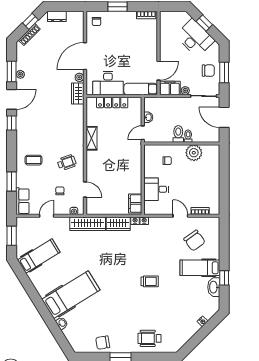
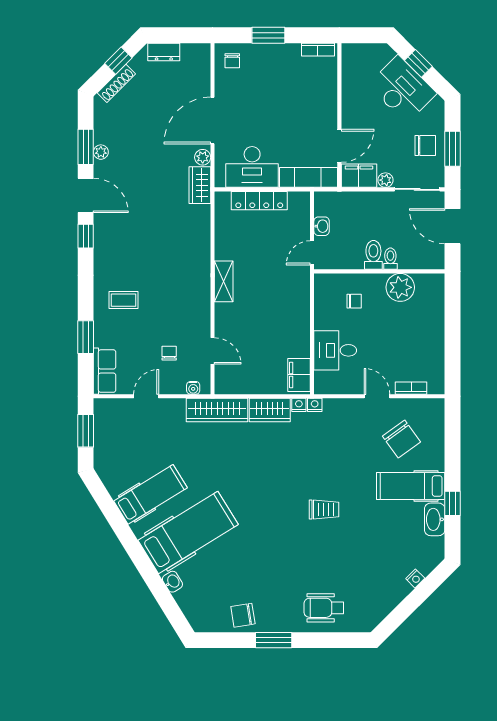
door: (12, 99) -> (86, 195), hinge flipped
shelving: (92, 138) -> (224, 281), moved
wheelchair: (67, 163) -> (181, 304), removed
hospital bed: (39, 256) -> (150, 494), moved

